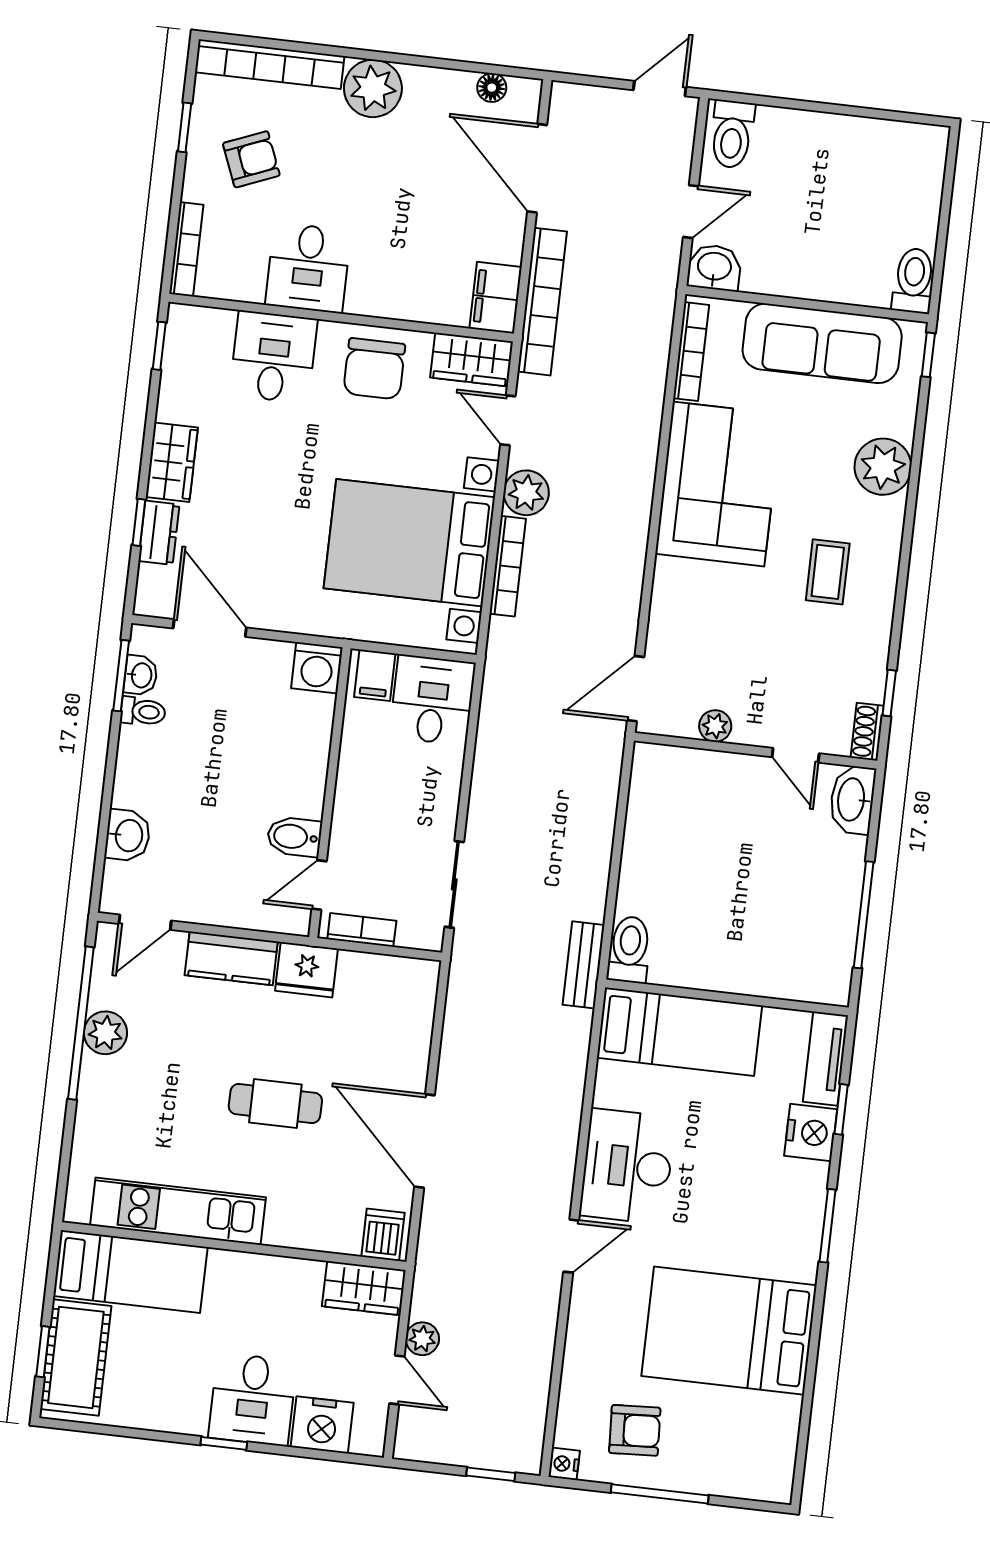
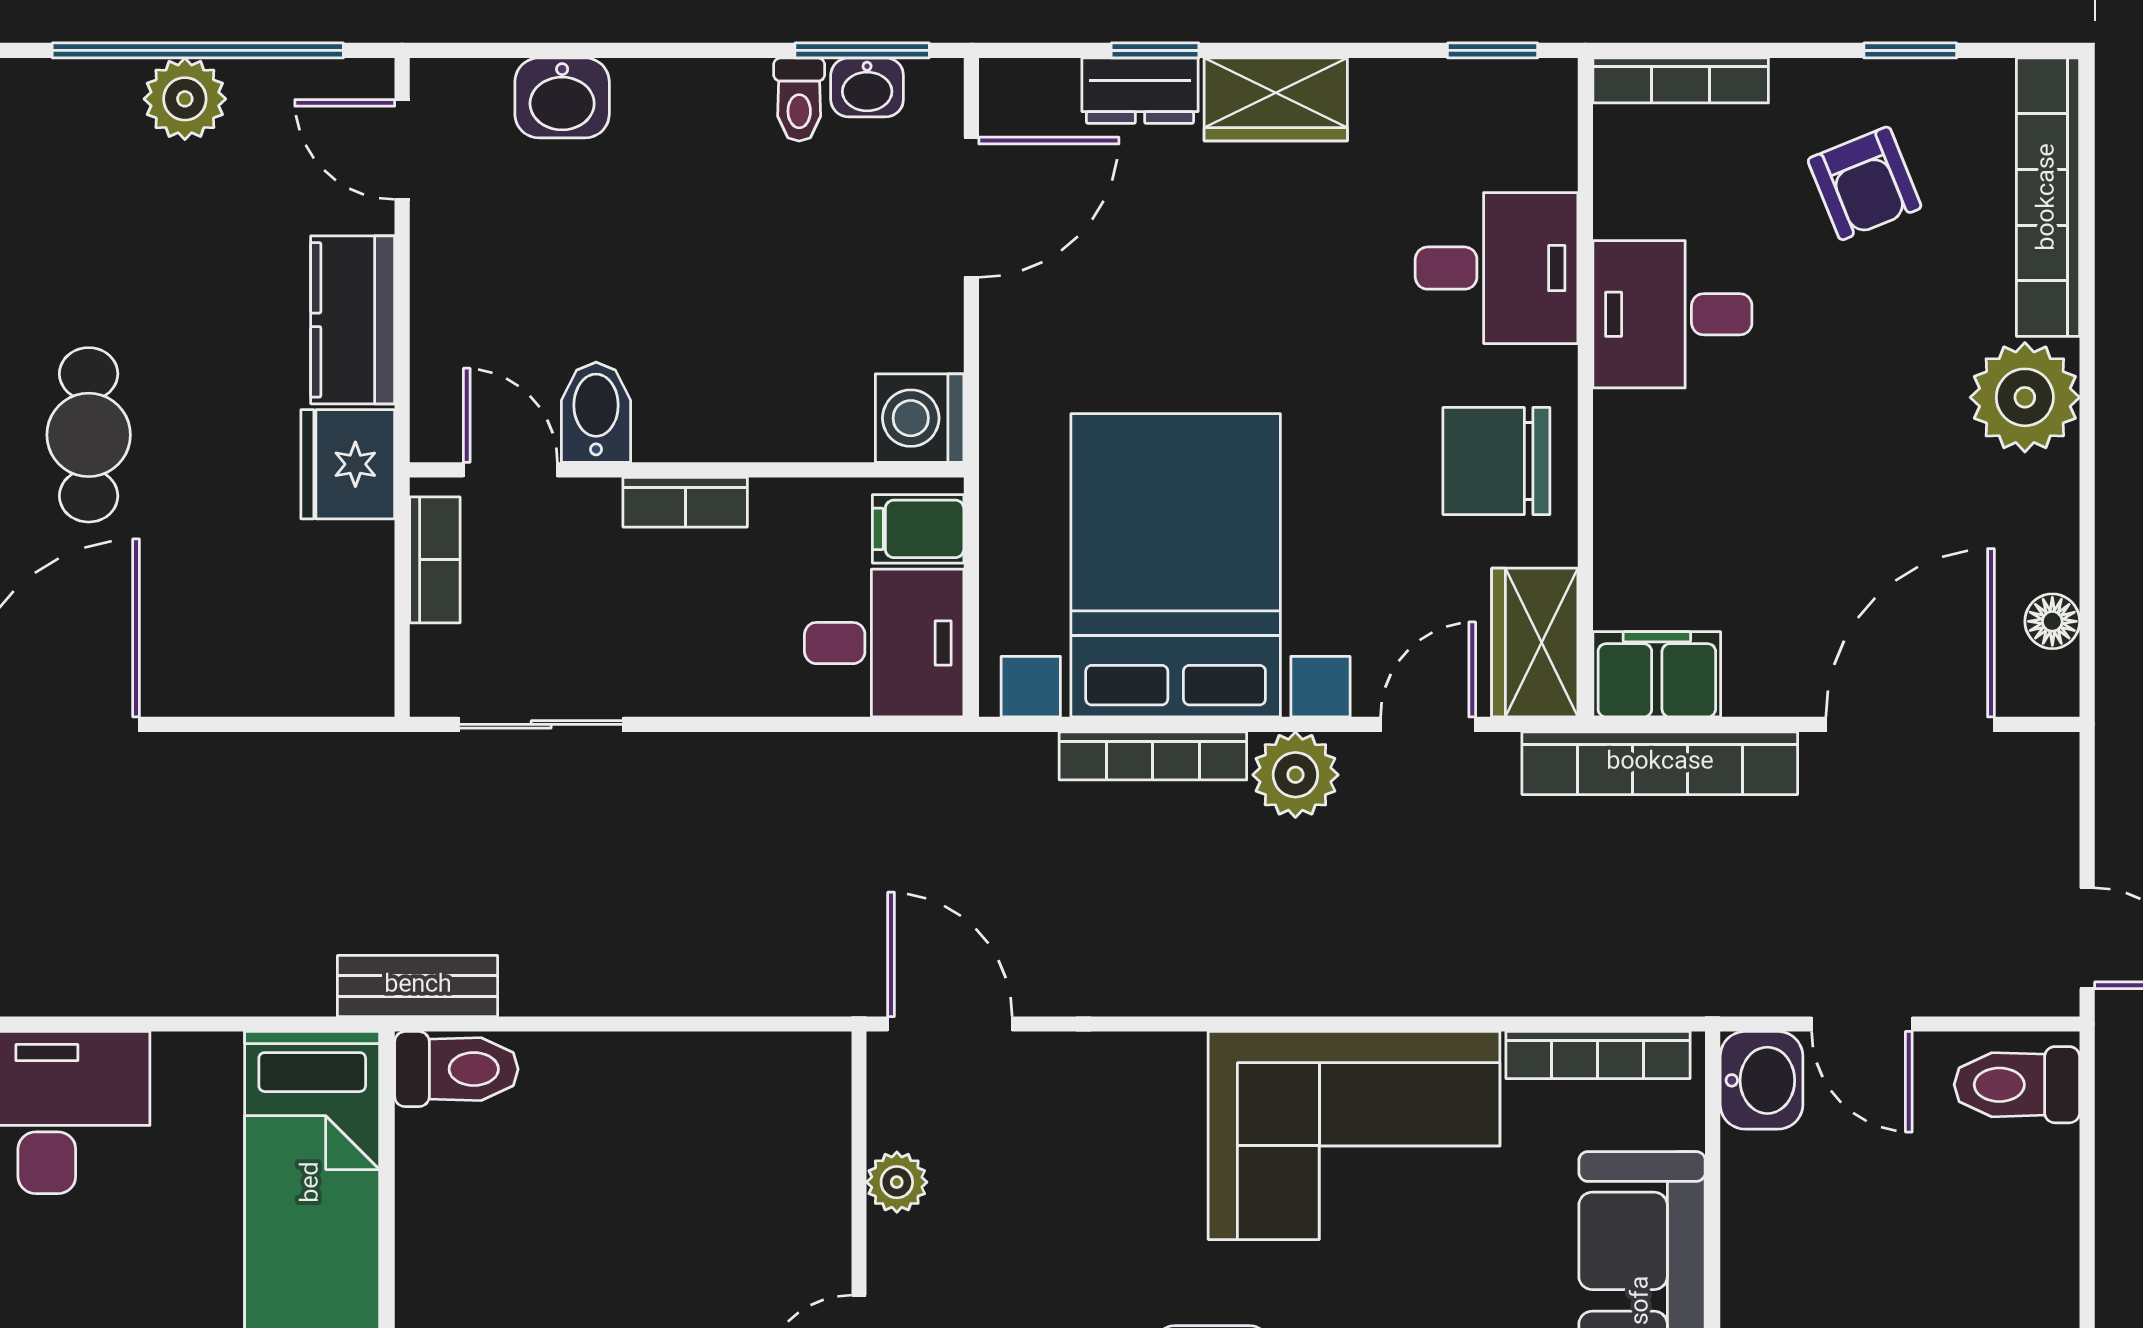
bookcase: (347, 796) -> (685, 502), added

